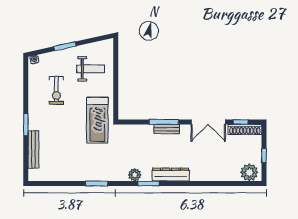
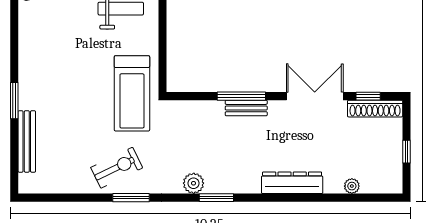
exercise bike: (56, 90) -> (117, 168), moved, turned -116
double door: (208, 122) -> (315, 96), swing flipped
plant: (249, 172) -> (352, 186), moved, width x0.53, depth x0.53
dresser: (171, 175) -> (292, 183), moved

